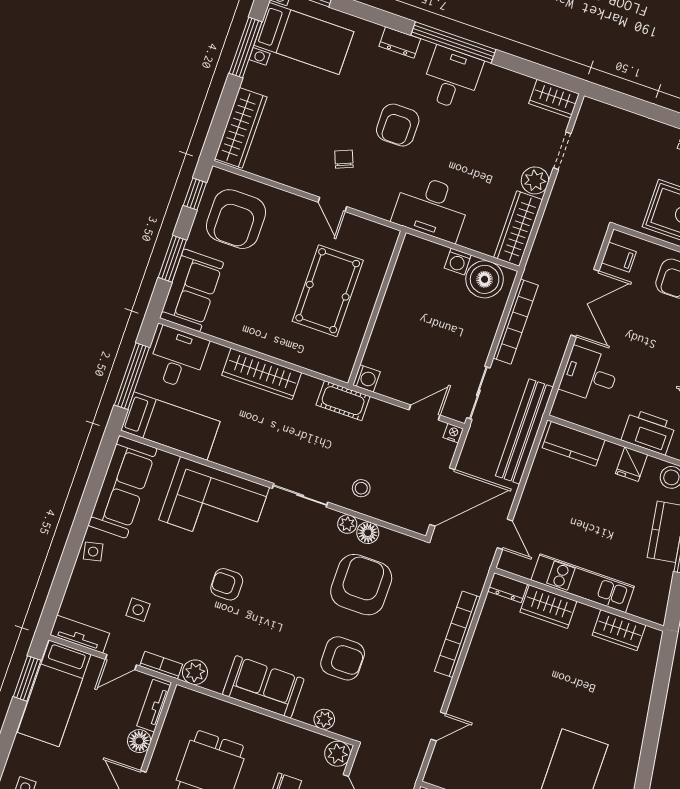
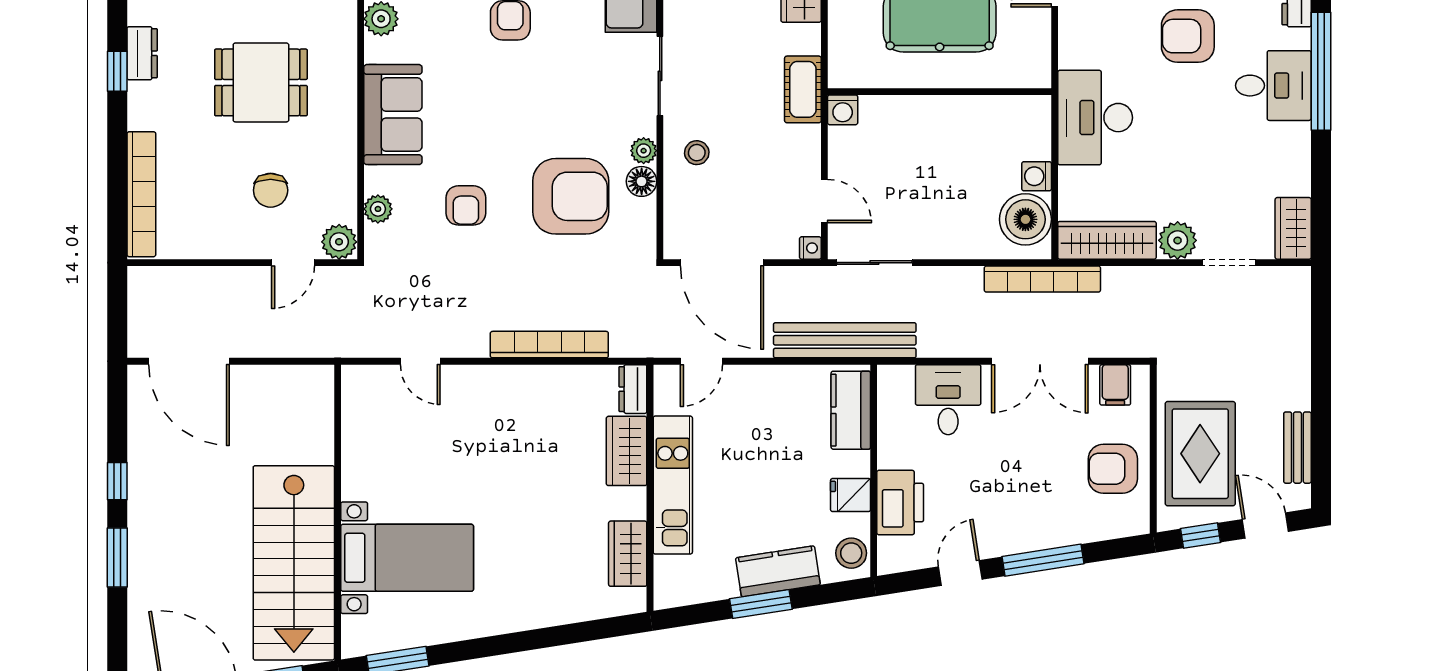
bookcase: (516, 322) -> (1042, 279), moved
armchair: (343, 658) -> (466, 205), width x0.72, depth x0.72

